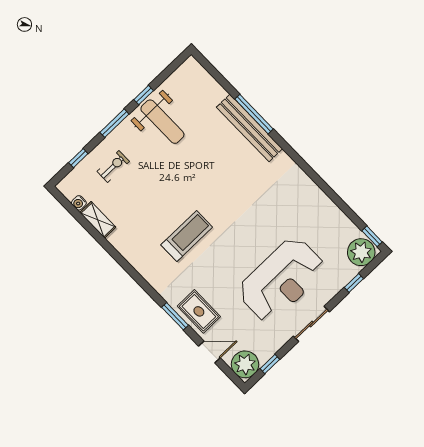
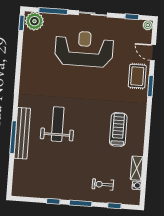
weight bench: (162, 122) -> (58, 124), moved
treadmill: (187, 236) -> (118, 129), moved, turned 90
window: (354, 283) -> (53, 11), width x2.17
plant: (245, 364) -> (148, 25), width x0.53, depth x0.53

